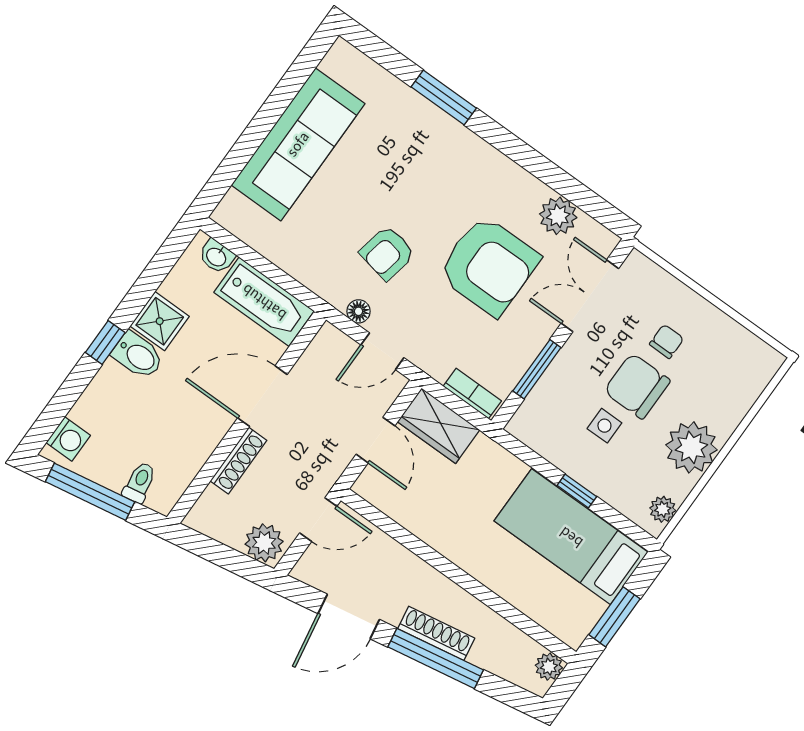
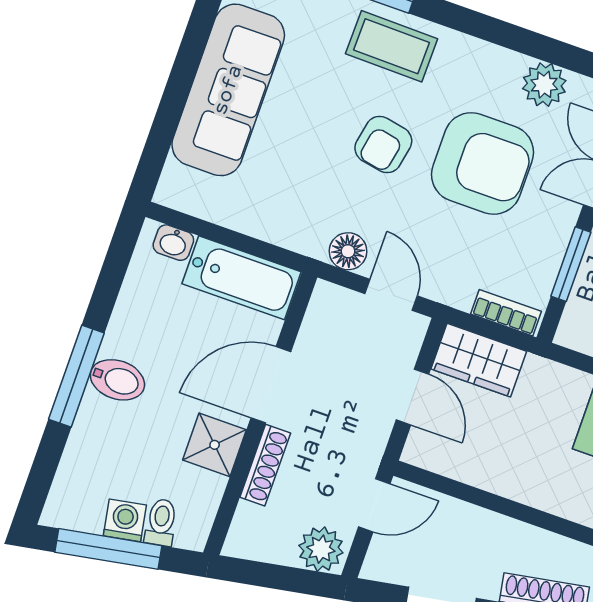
coffee table: (442, 148) -> (392, 46), added
armchair: (387, 253) -> (383, 145), moved
floor lamp: (359, 311) -> (348, 251), width x1.37, depth x1.37
shower: (160, 321) -> (215, 445), moved
window: (105, 343) -> (76, 376), width x2.17
door: (382, 351) -> (391, 295), swing flipped
washing machine: (68, 439) -> (125, 520), moved, turned -100

